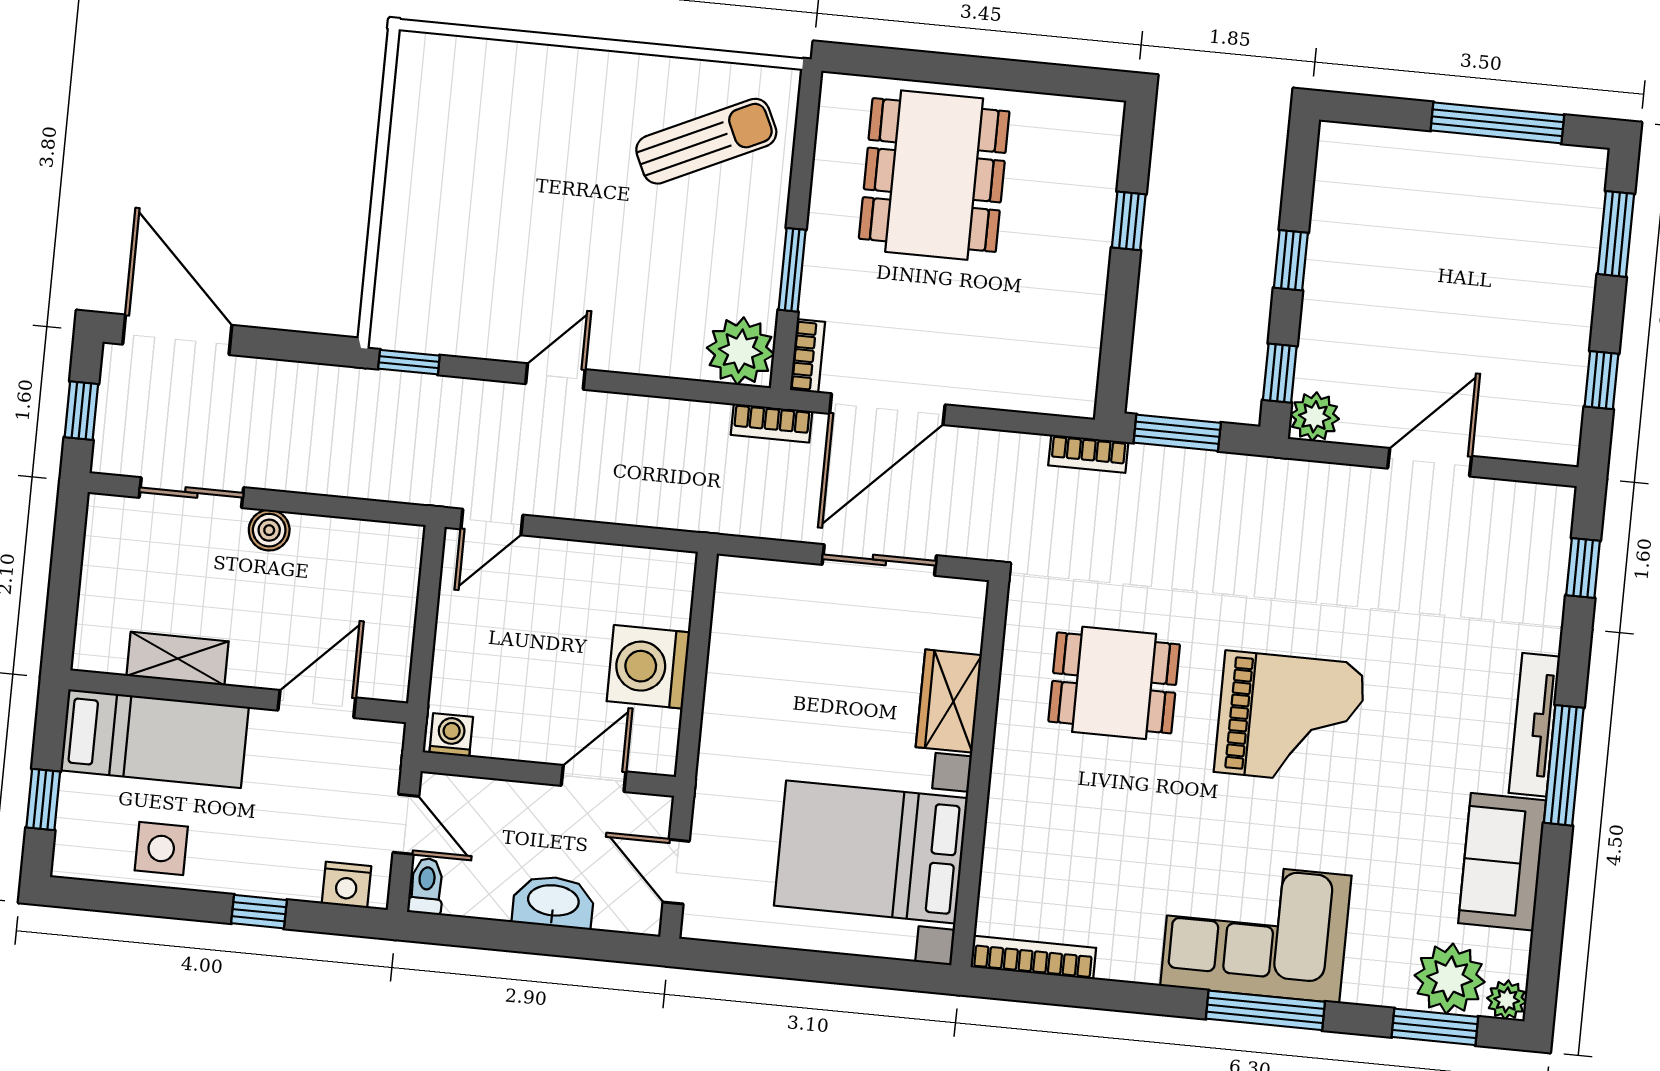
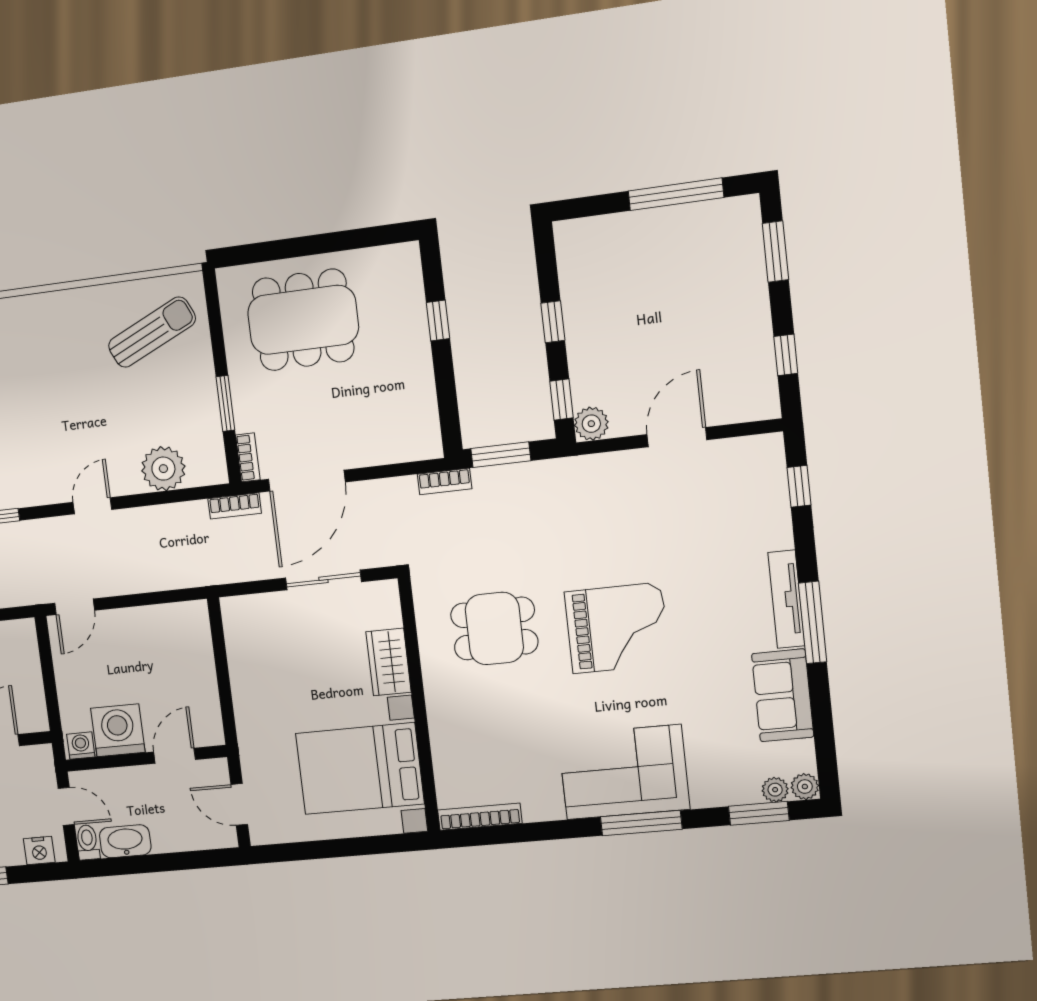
dining table: (934, 175) -> (303, 320), turned 90
plant: (741, 351) -> (163, 469), moved
washing machine: (648, 667) -> (118, 730), moved, turned 90
washbasin: (553, 902) -> (125, 841), moved
plant: (1450, 979) -> (775, 790), width x0.53, depth x0.53

